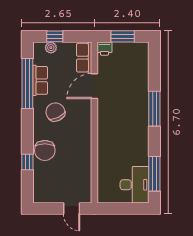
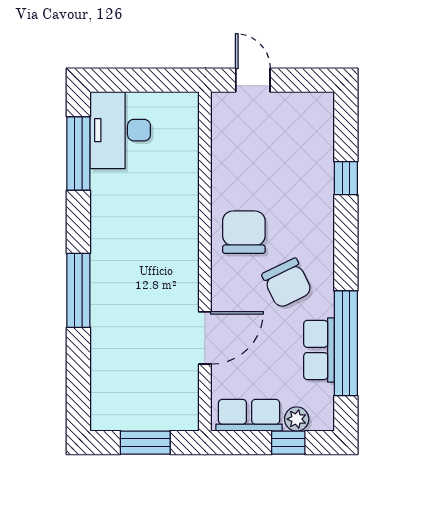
printer: (104, 49) -> (184, 417), removed
row of seats: (84, 58) -> (249, 415), moved, turned -90
chair: (45, 150) -> (244, 232), moved

